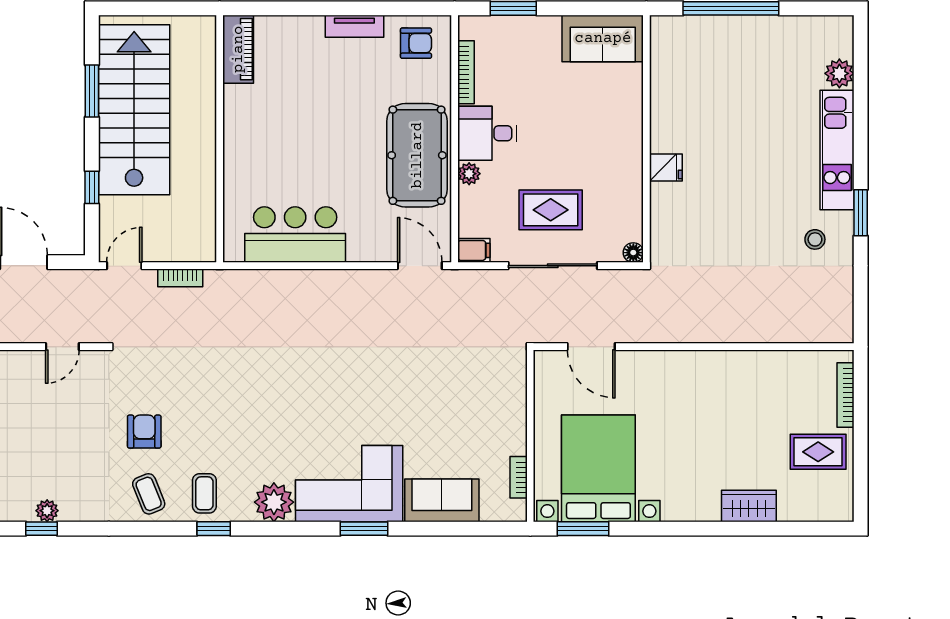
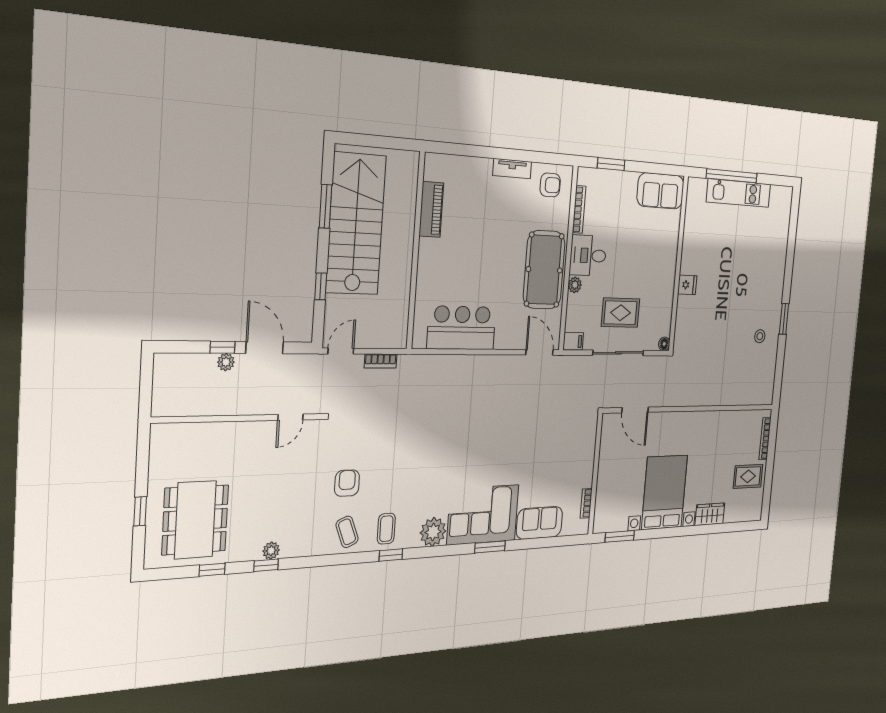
piano: (238, 49) -> (431, 209), moved
plant: (839, 73) -> (783, 225), removed
kitchen unit: (837, 150) -> (739, 193), moved, turned -90
bed with nightstands: (598, 468) -> (665, 492), moved

